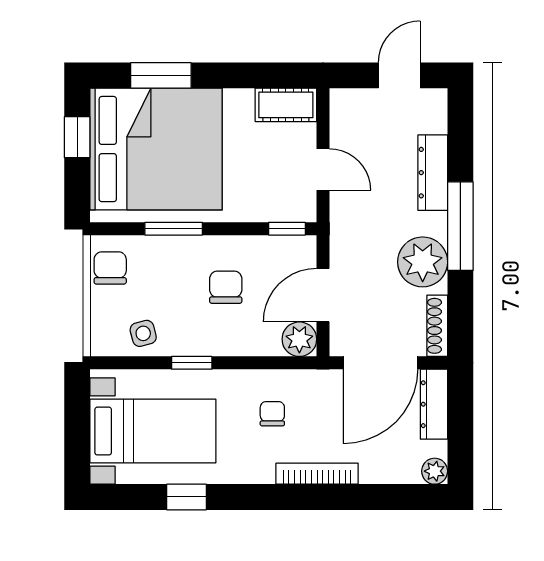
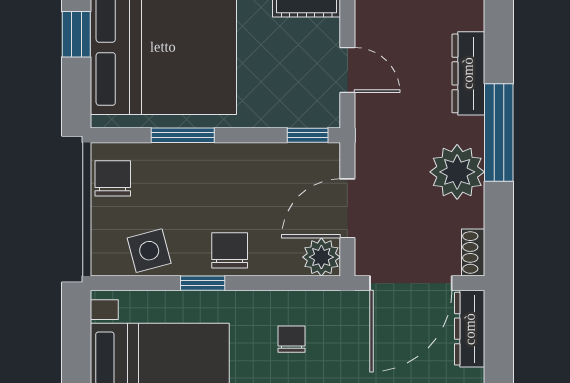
chair: (226, 287) -> (230, 250), moved
shoe rack: (437, 326) -> (473, 252), width x0.70
side table: (143, 333) -> (149, 251), width x1.37, depth x1.37

